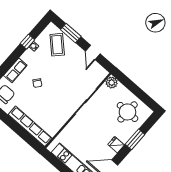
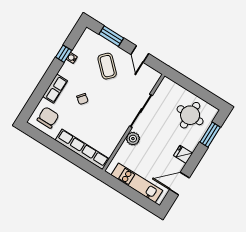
coffee table: (57, 45) -> (107, 66), moved
plant: (112, 83) -> (133, 139), moved
window: (135, 139) -> (210, 135), moved

